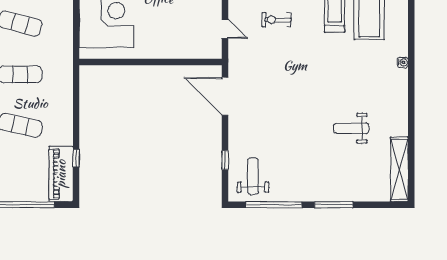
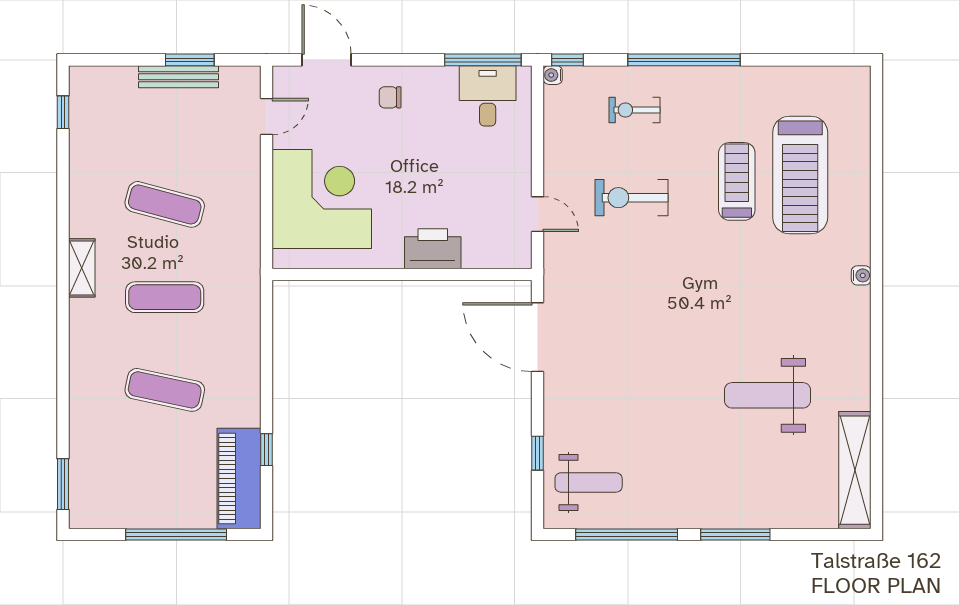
exercise bike: (277, 20) -> (631, 198), width x1.38, depth x1.39
printer: (168, 48) -> (433, 249), added
weight bench: (351, 128) -> (768, 395), width x1.36, depth x1.33
weight bench: (253, 176) -> (589, 482), turned 90

